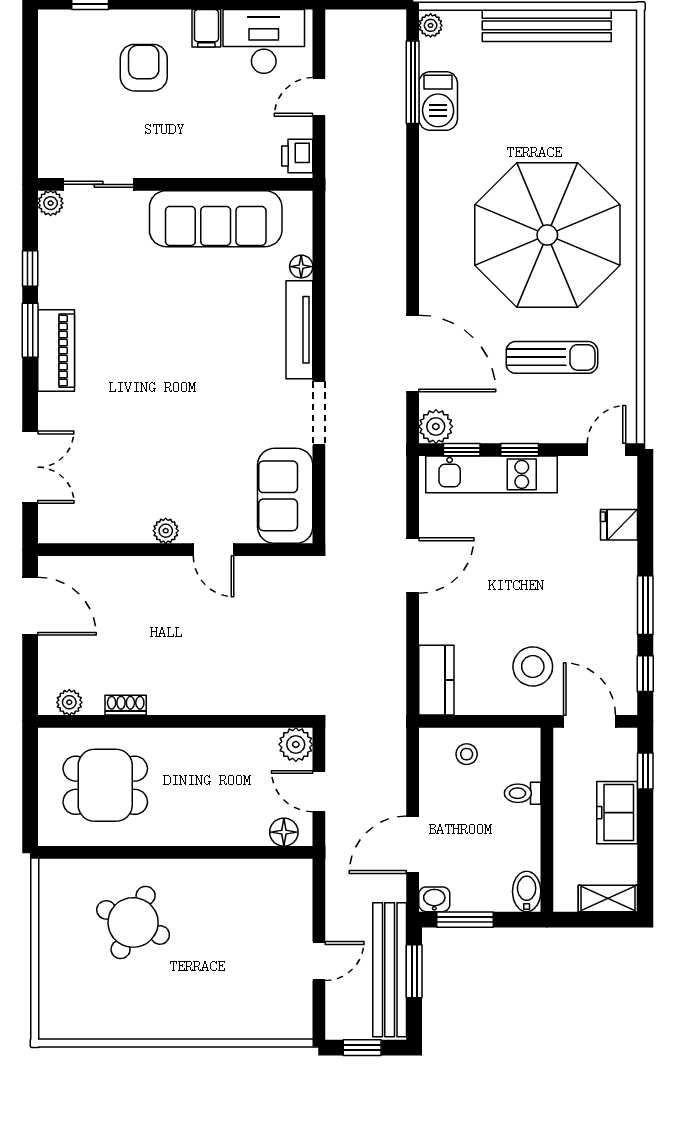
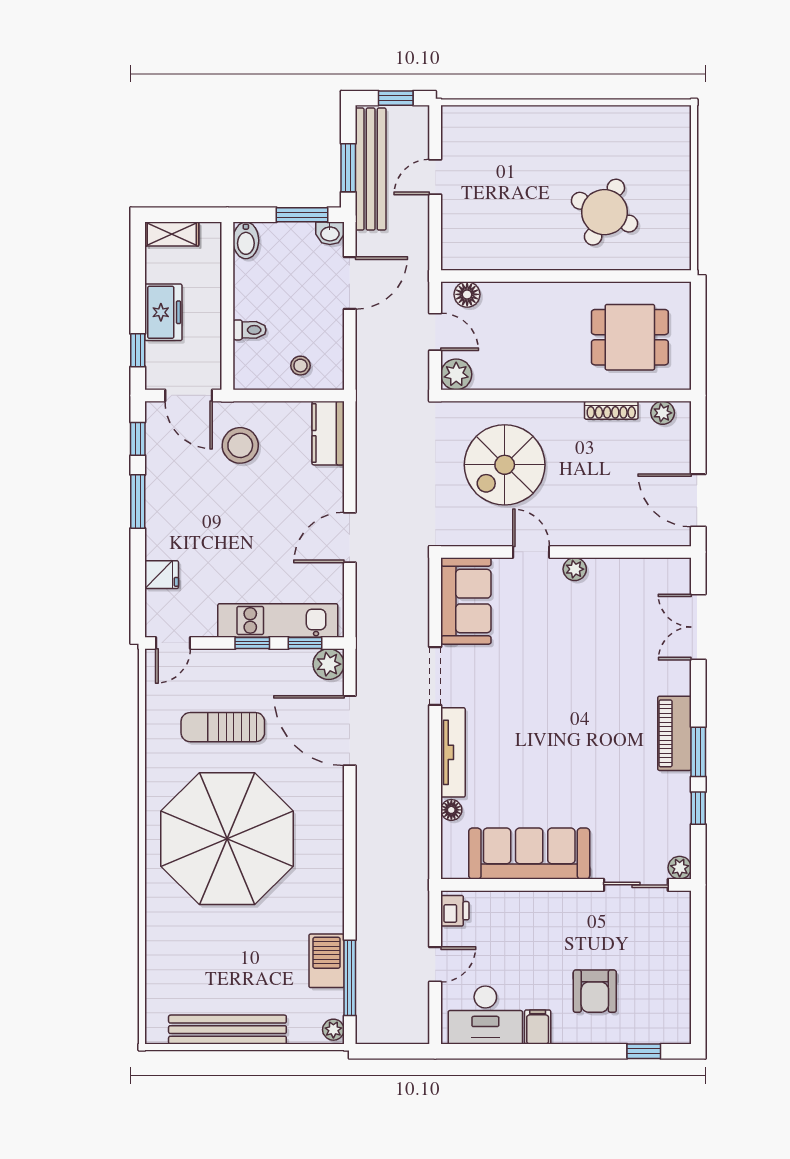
spiral stairs: (243, 645) -> (505, 465), added
shoe rack: (126, 705) -> (611, 410), width x1.43

